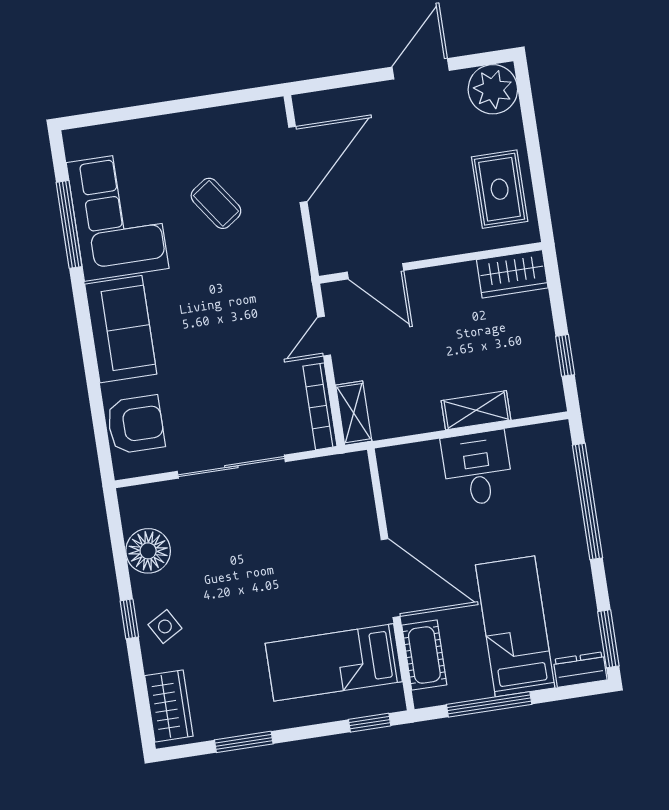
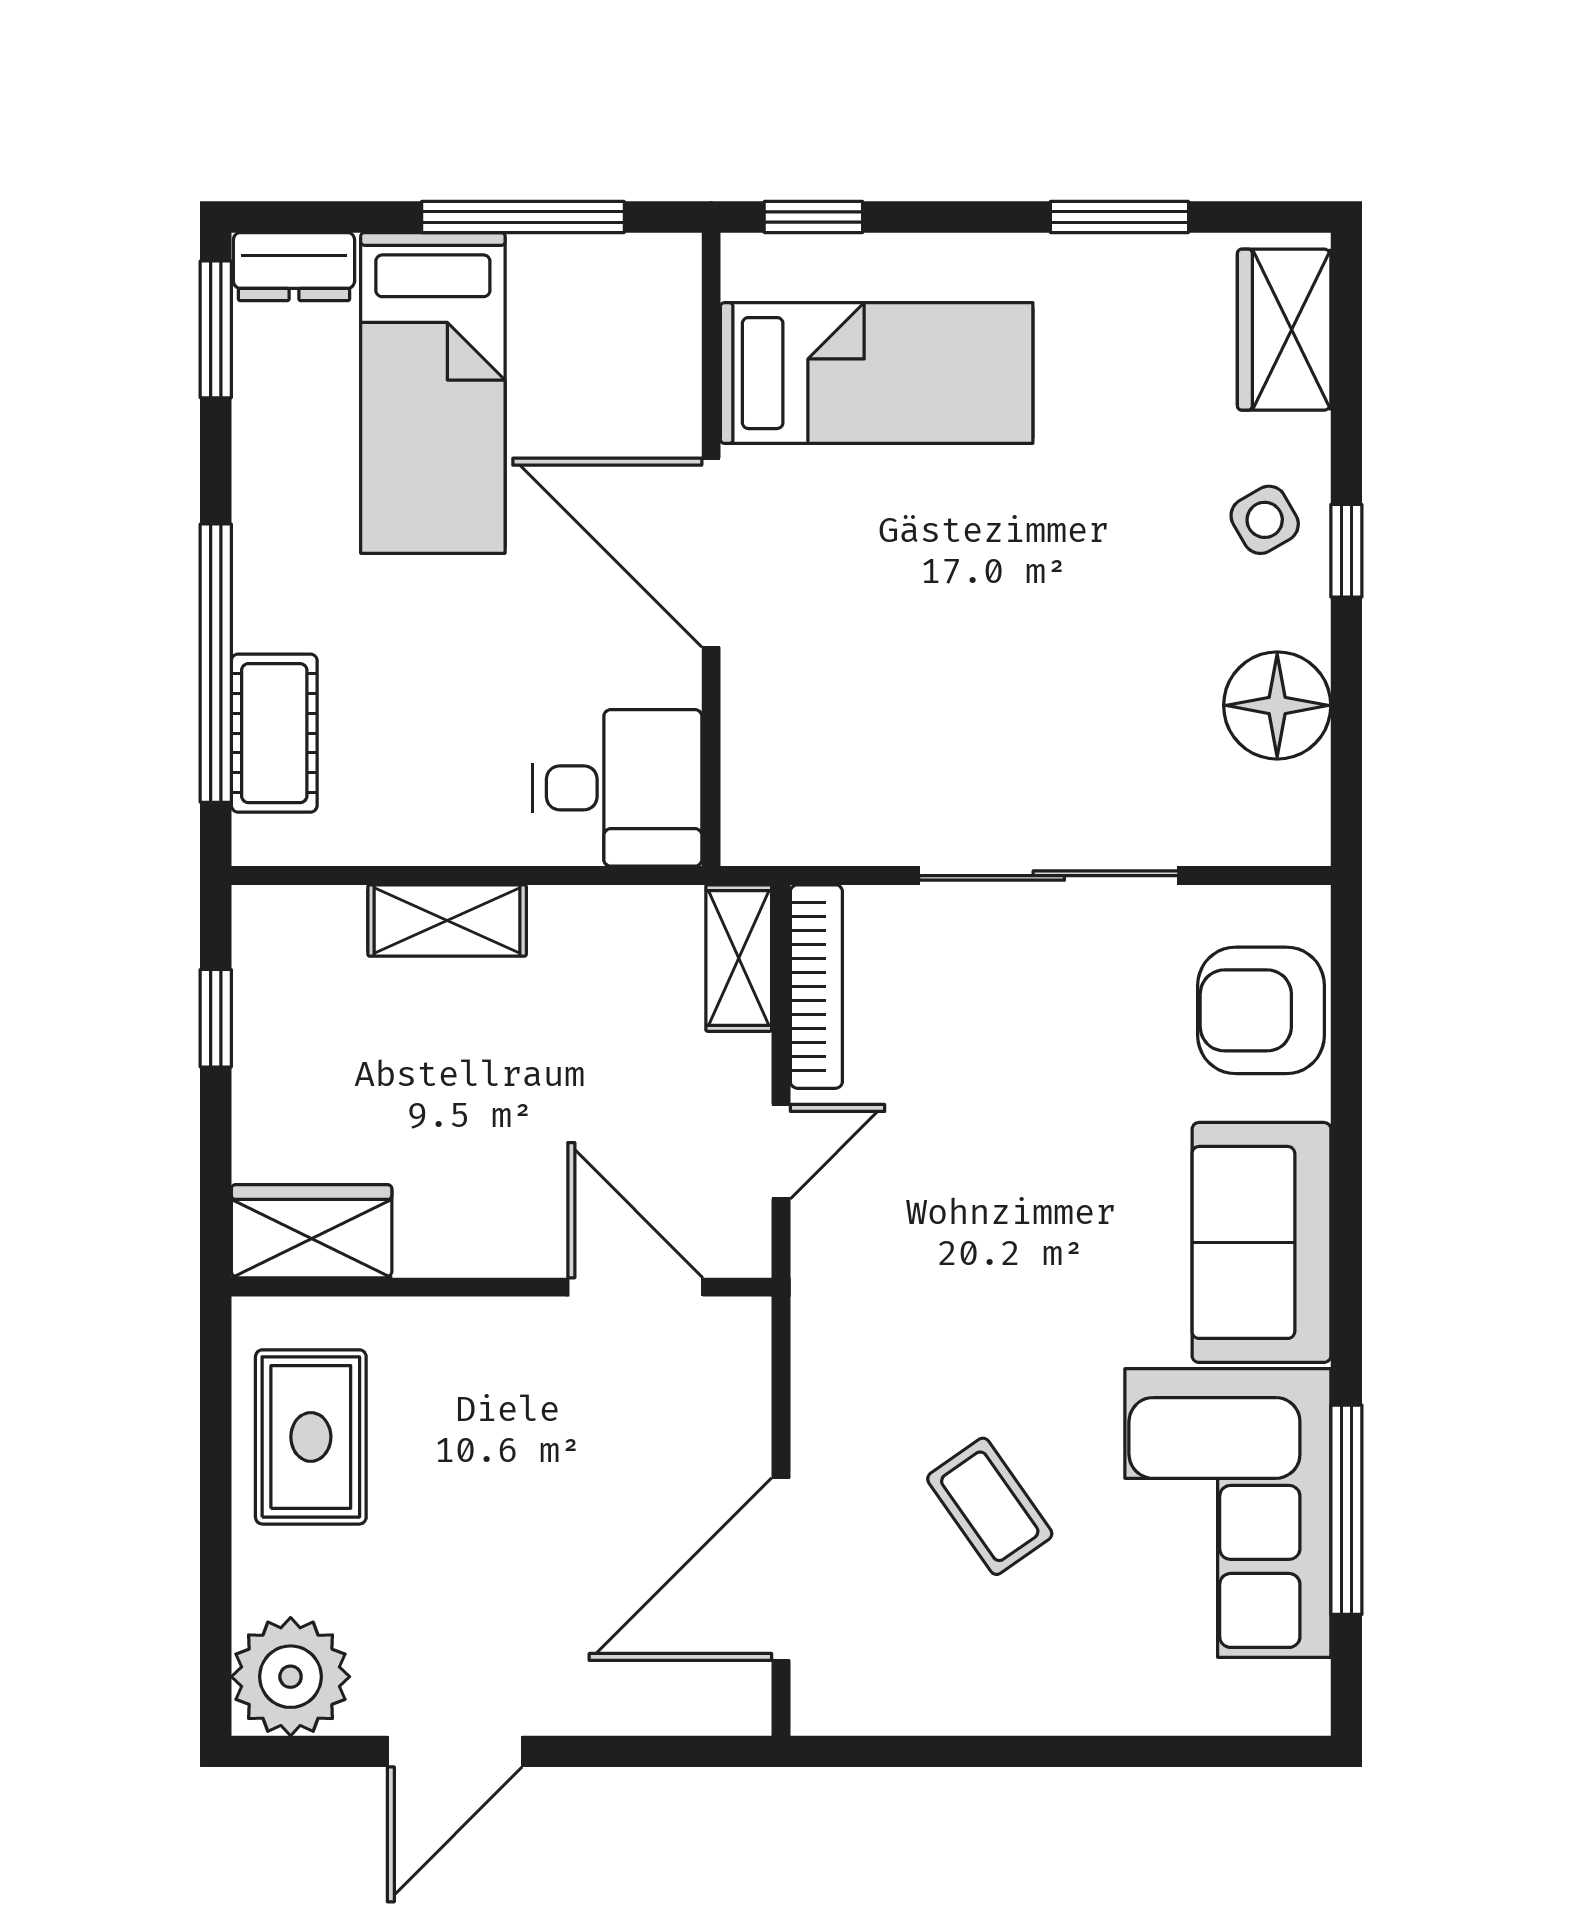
desk: (477, 468) -> (617, 788), moved, turned -90
cot: (424, 655) -> (274, 733), moved

